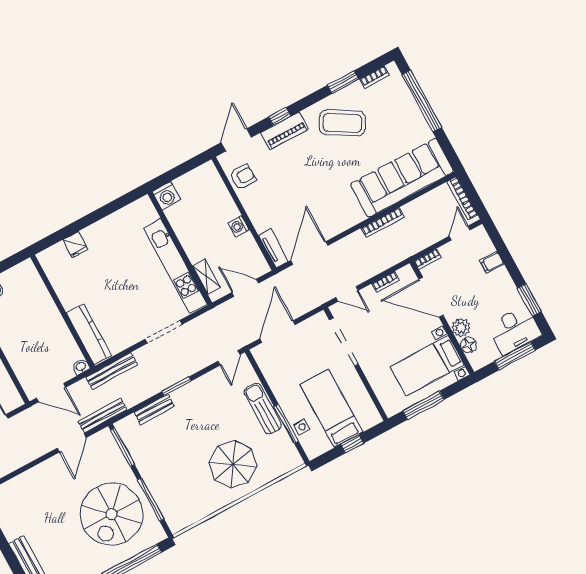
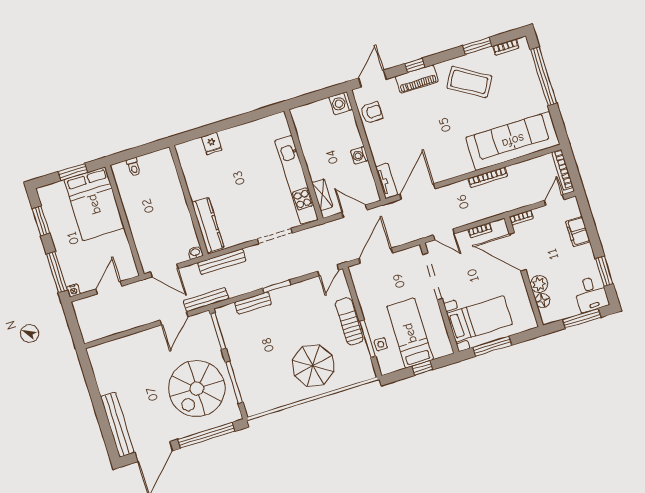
washing machine: (166, 195) -> (341, 103), moved, turned 90
filing cabinet: (492, 262) -> (578, 231), width x2.00
desk: (514, 330) -> (591, 294), width x0.73
bed with nightstands: (427, 366) -> (480, 319), moved, turned 180

